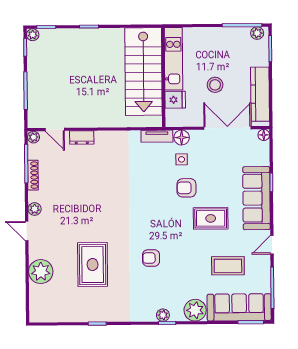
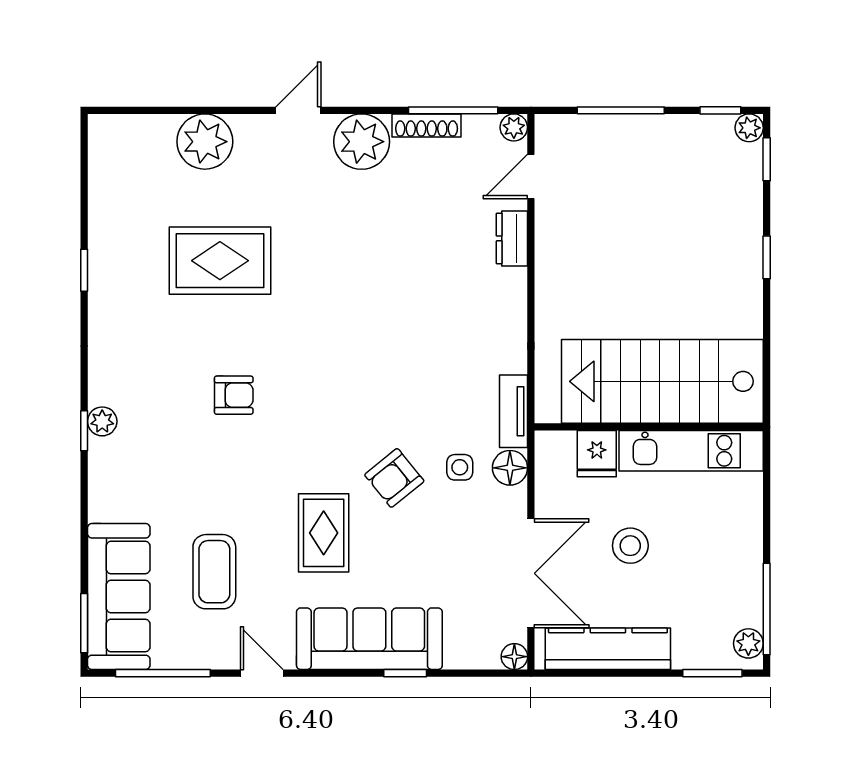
armchair: (186, 188) -> (394, 478), turned -129
plant: (35, 209) -> (362, 142), width x1.88, depth x1.88
armchair: (151, 258) -> (234, 395), turned 90
plant: (195, 310) -> (113, 495), removed

